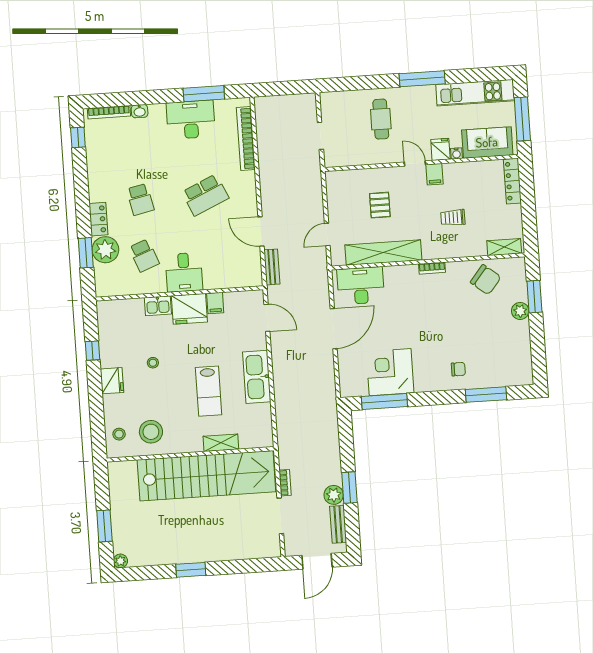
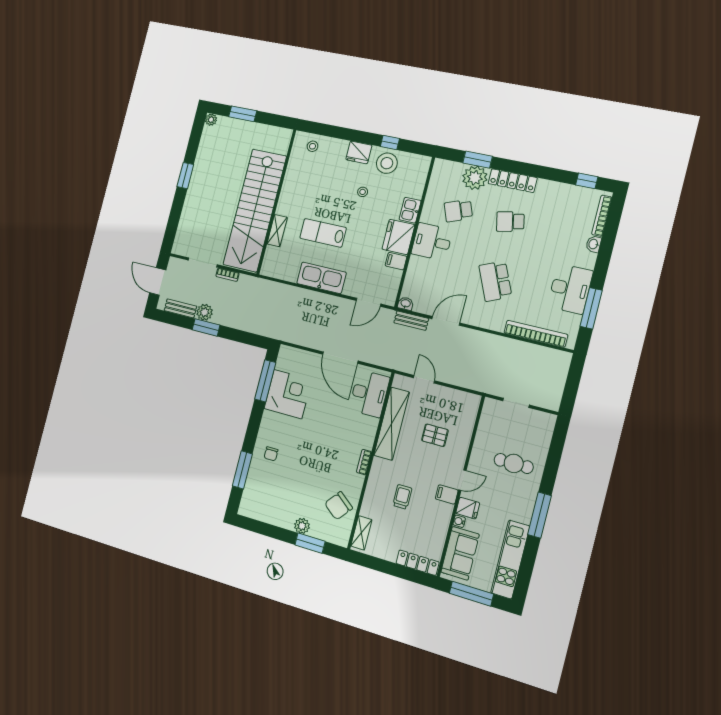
locker: (98, 219) -> (513, 181), width x1.53
washbasin: (256, 279) -> (406, 304), added
stool: (151, 432) -> (387, 163), moved

